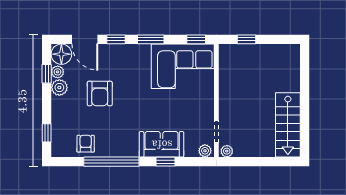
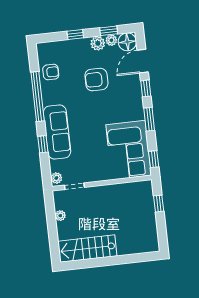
window: (47, 133) -> (75, 35), moved
sofa: (162, 144) -> (57, 132), width x1.36
plant: (227, 151) -> (60, 216), moved

